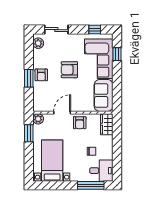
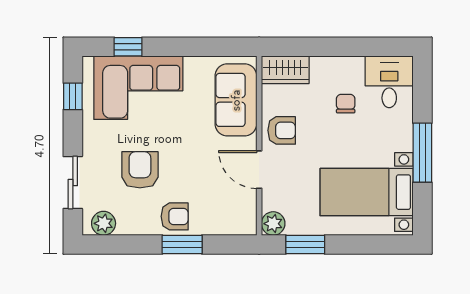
armchair: (69, 70) -> (140, 170), moved, turned 180
sofa: (104, 95) -> (236, 100), moved, turned 90
window: (91, 185) -> (422, 153), moved

